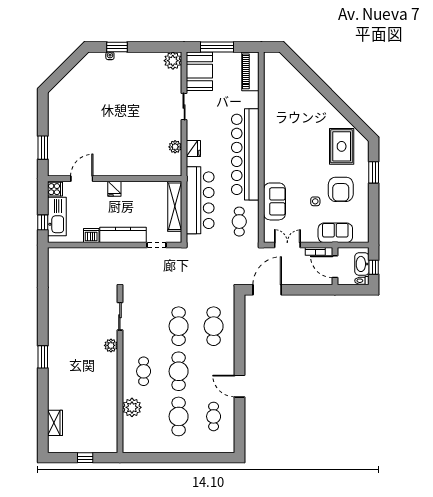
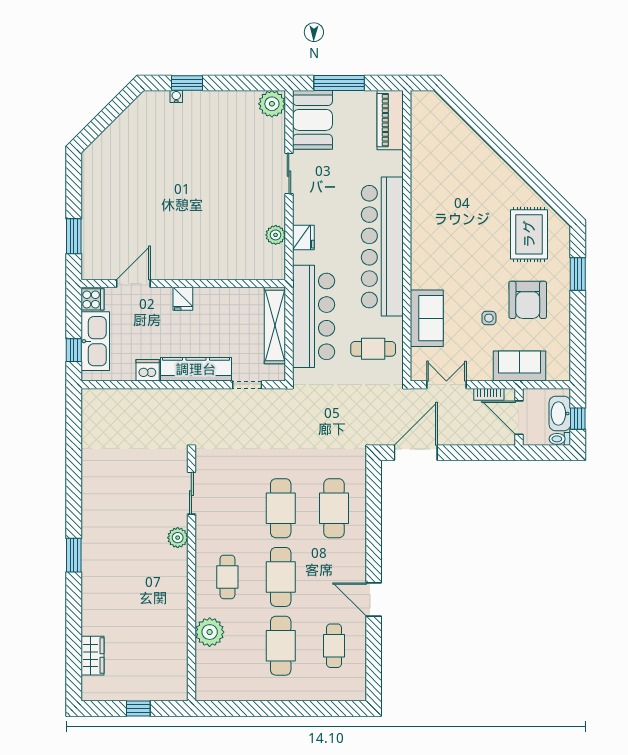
cafe table: (239, 222) -> (373, 349), turned 90

